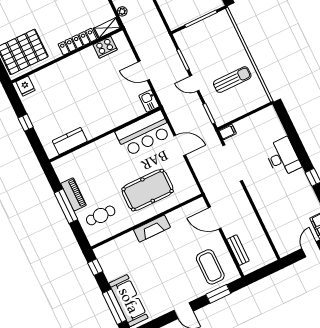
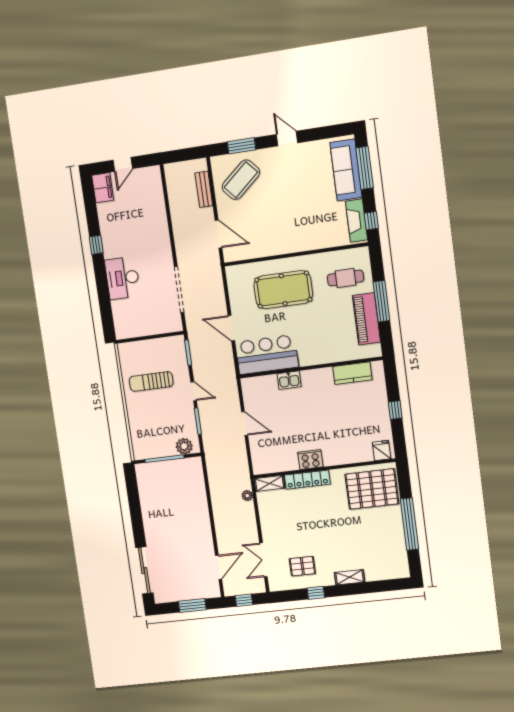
plant: (188, 35) -> (184, 446), added
cooker: (105, 47) -> (310, 460), moved
kitchen sink: (149, 101) -> (289, 380), moved, turned 90
filing cabinet: (228, 132) -> (174, 326), removed
piano: (74, 194) -> (366, 319), width x1.37, depth x1.33
fireplace: (152, 229) -> (356, 220), moved, turned -90
coffee table: (210, 267) -> (241, 180), turned 49

